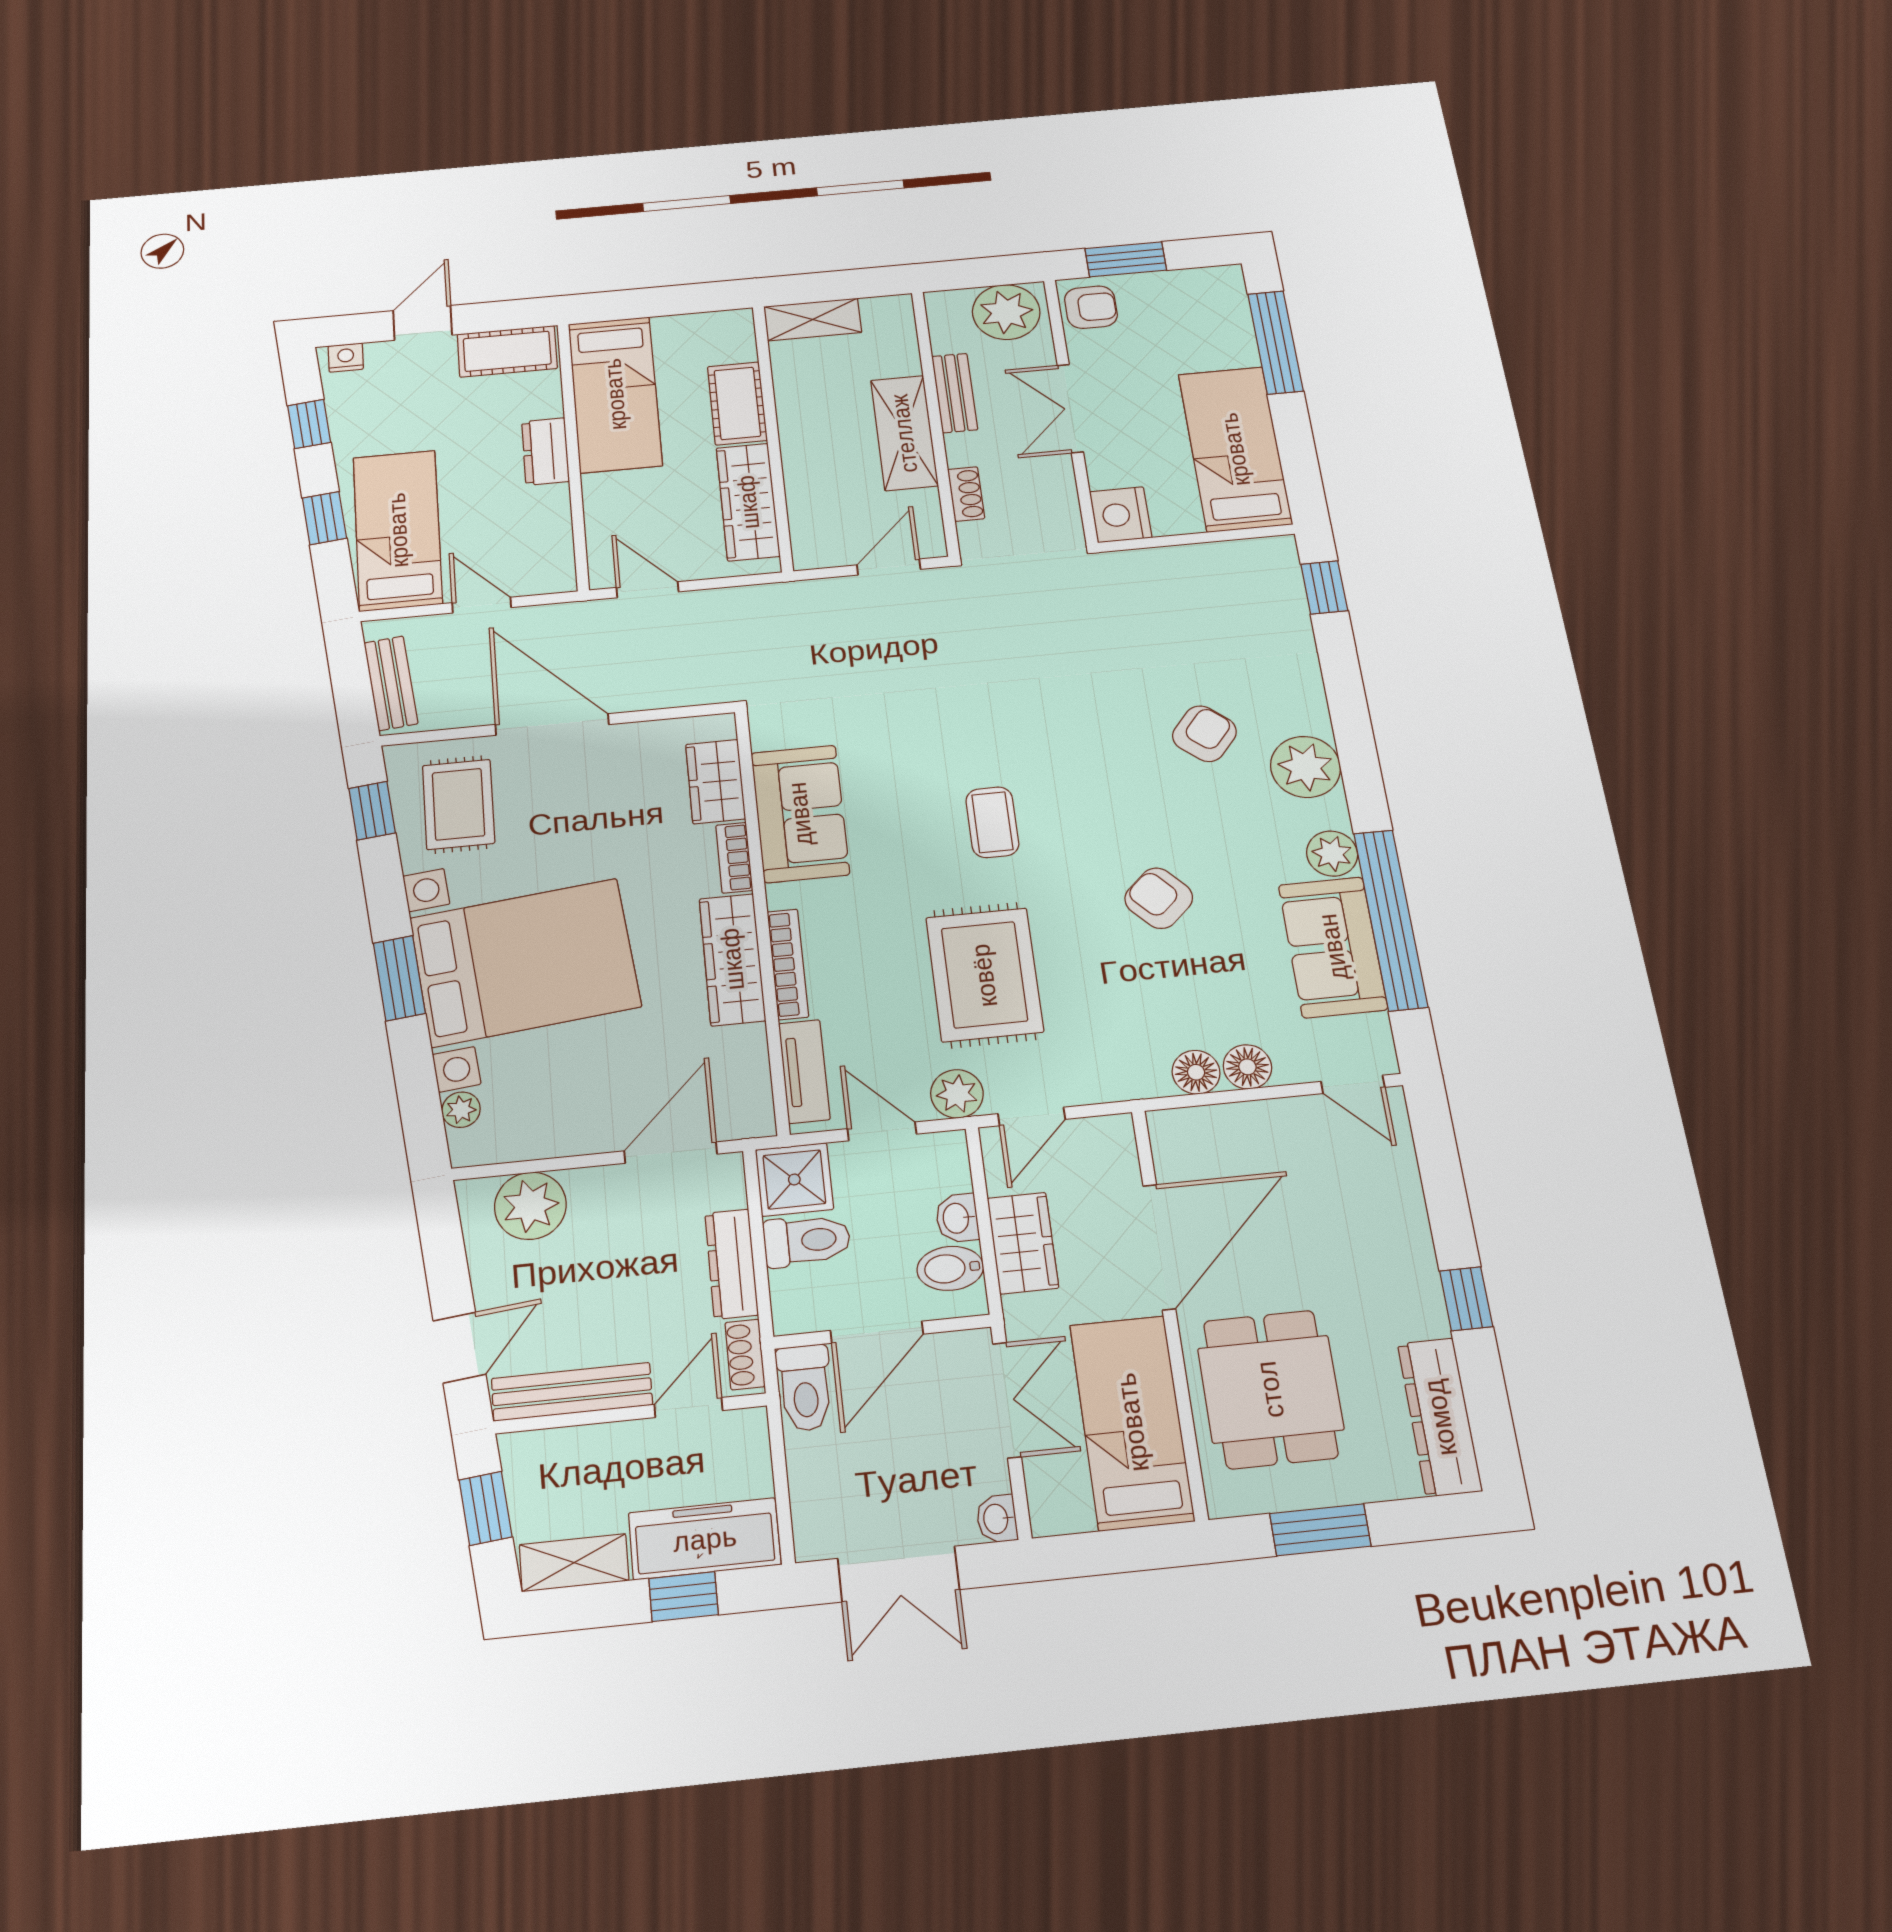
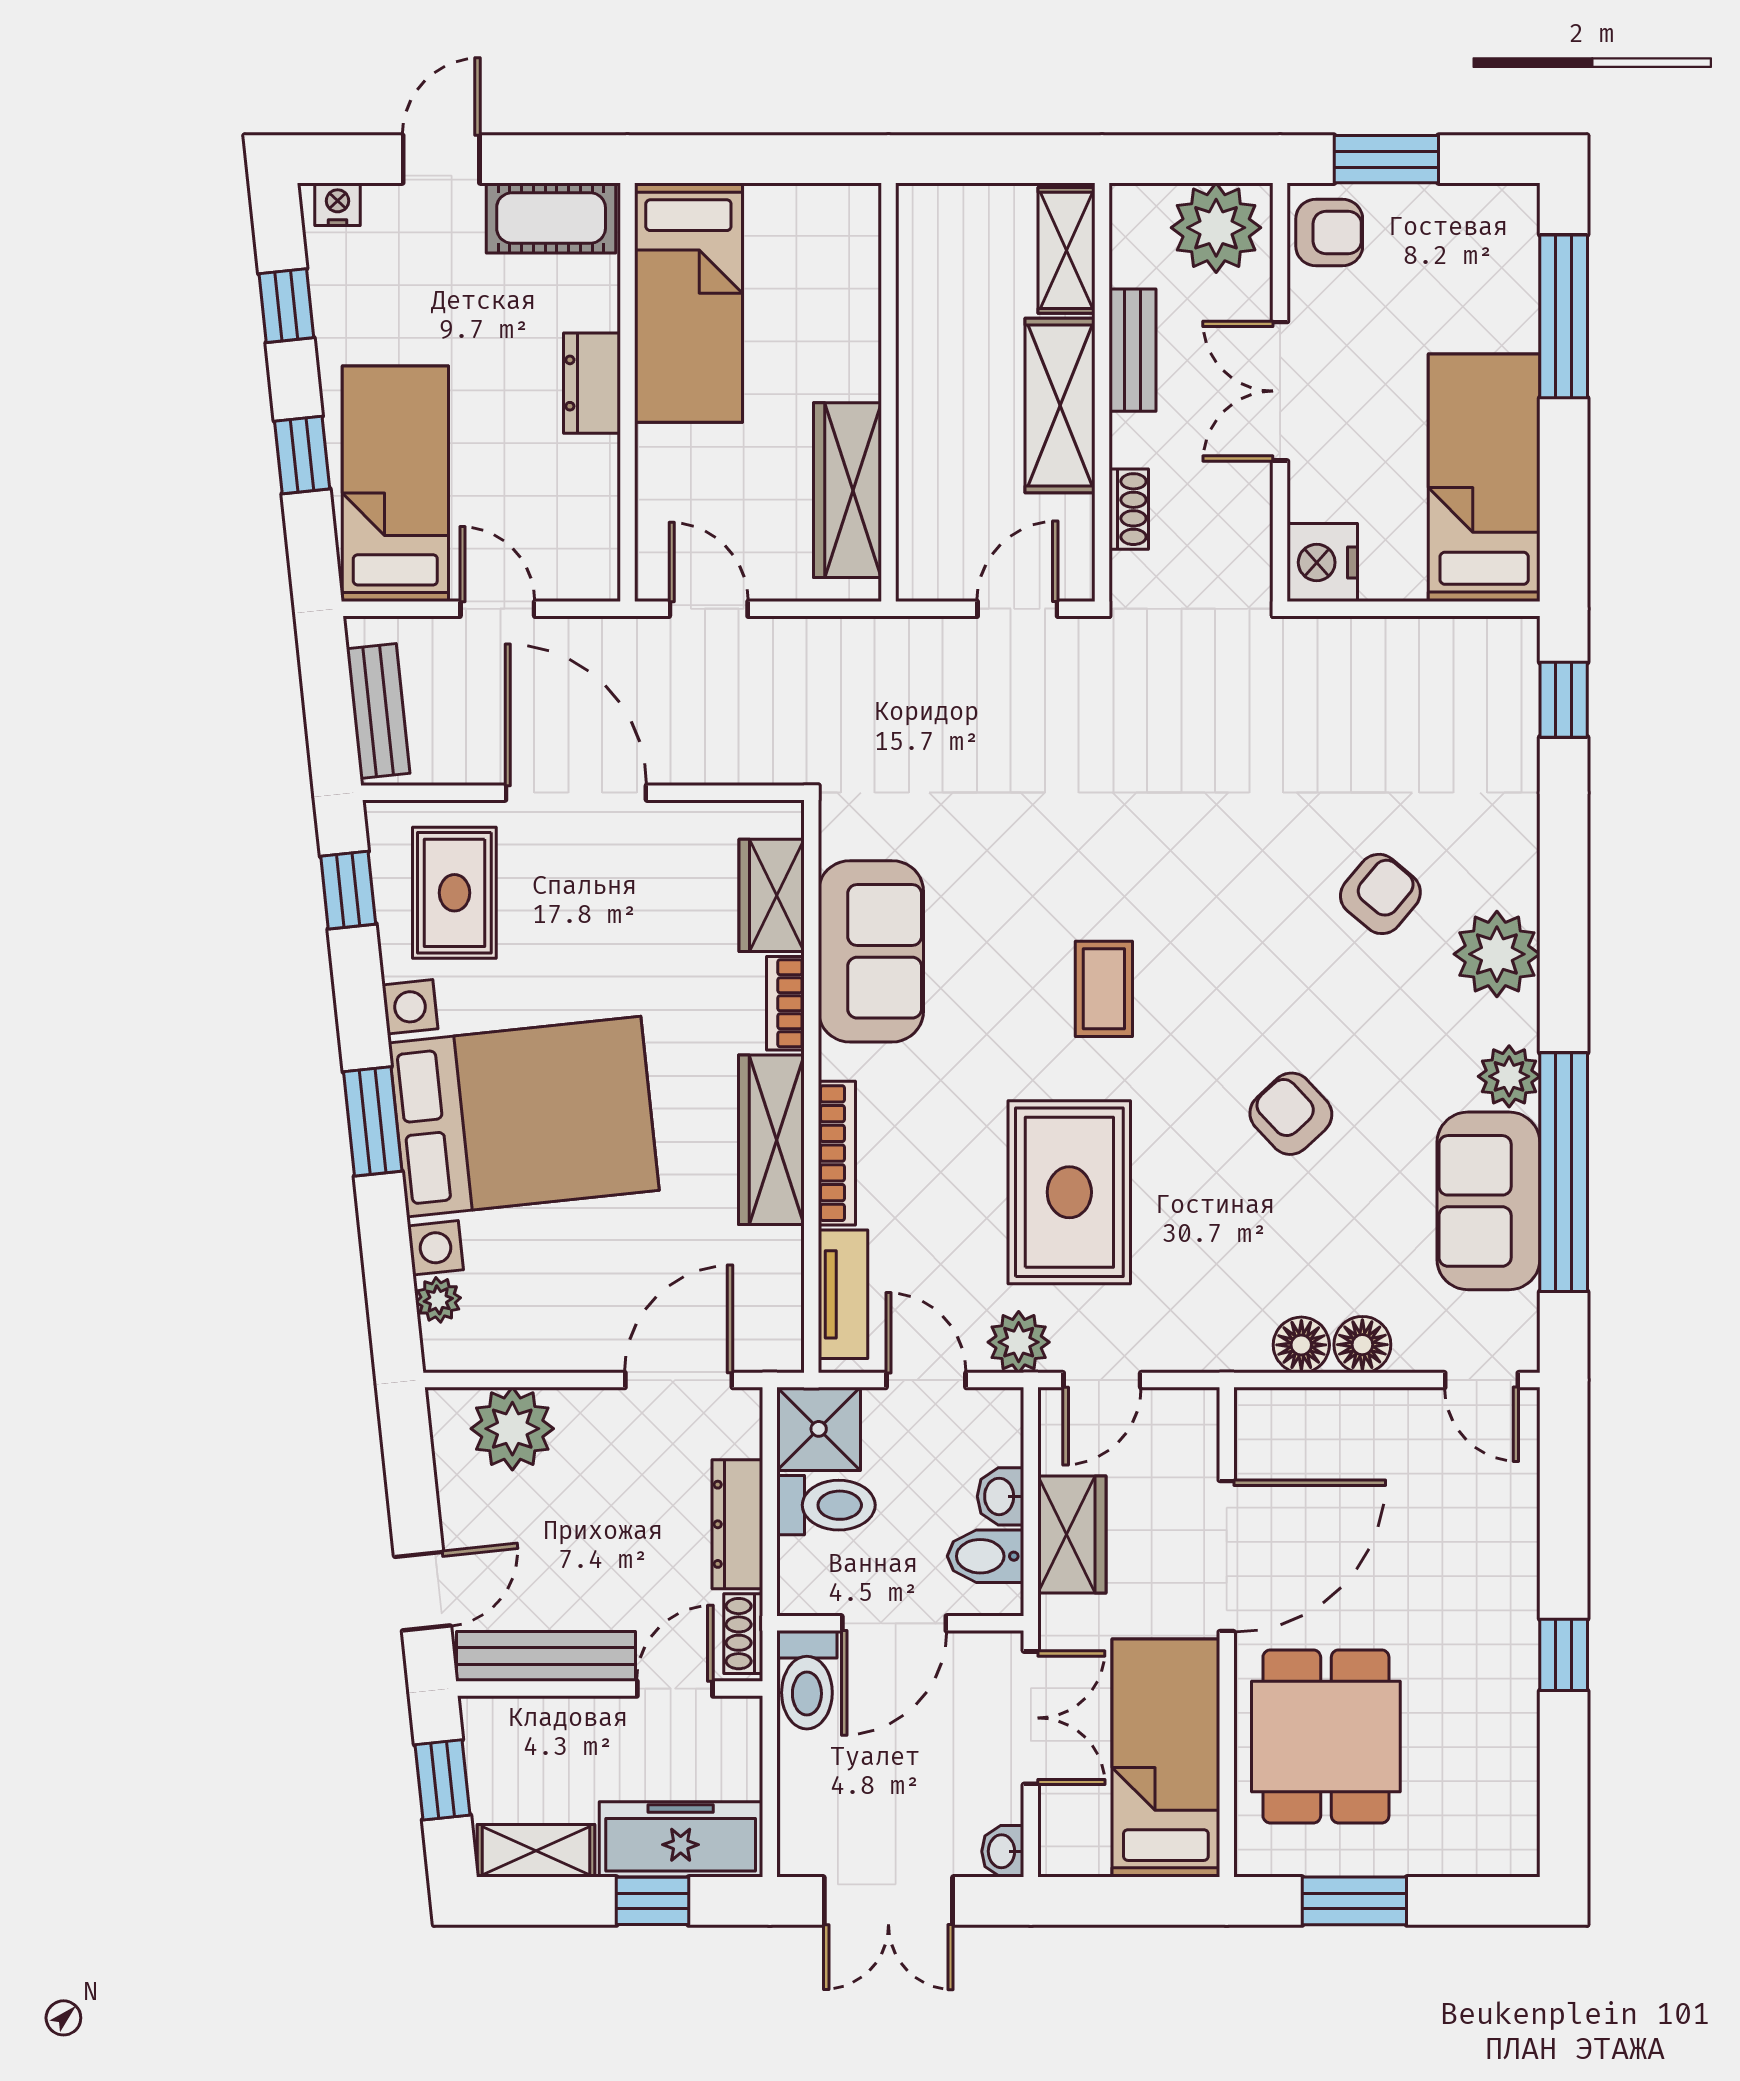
shelving: (813, 319) -> (1067, 250), moved, turned 90
cot: (737, 403) -> (847, 335), removed
dresser: (1440, 1417) -> (1508, 1788), removed

